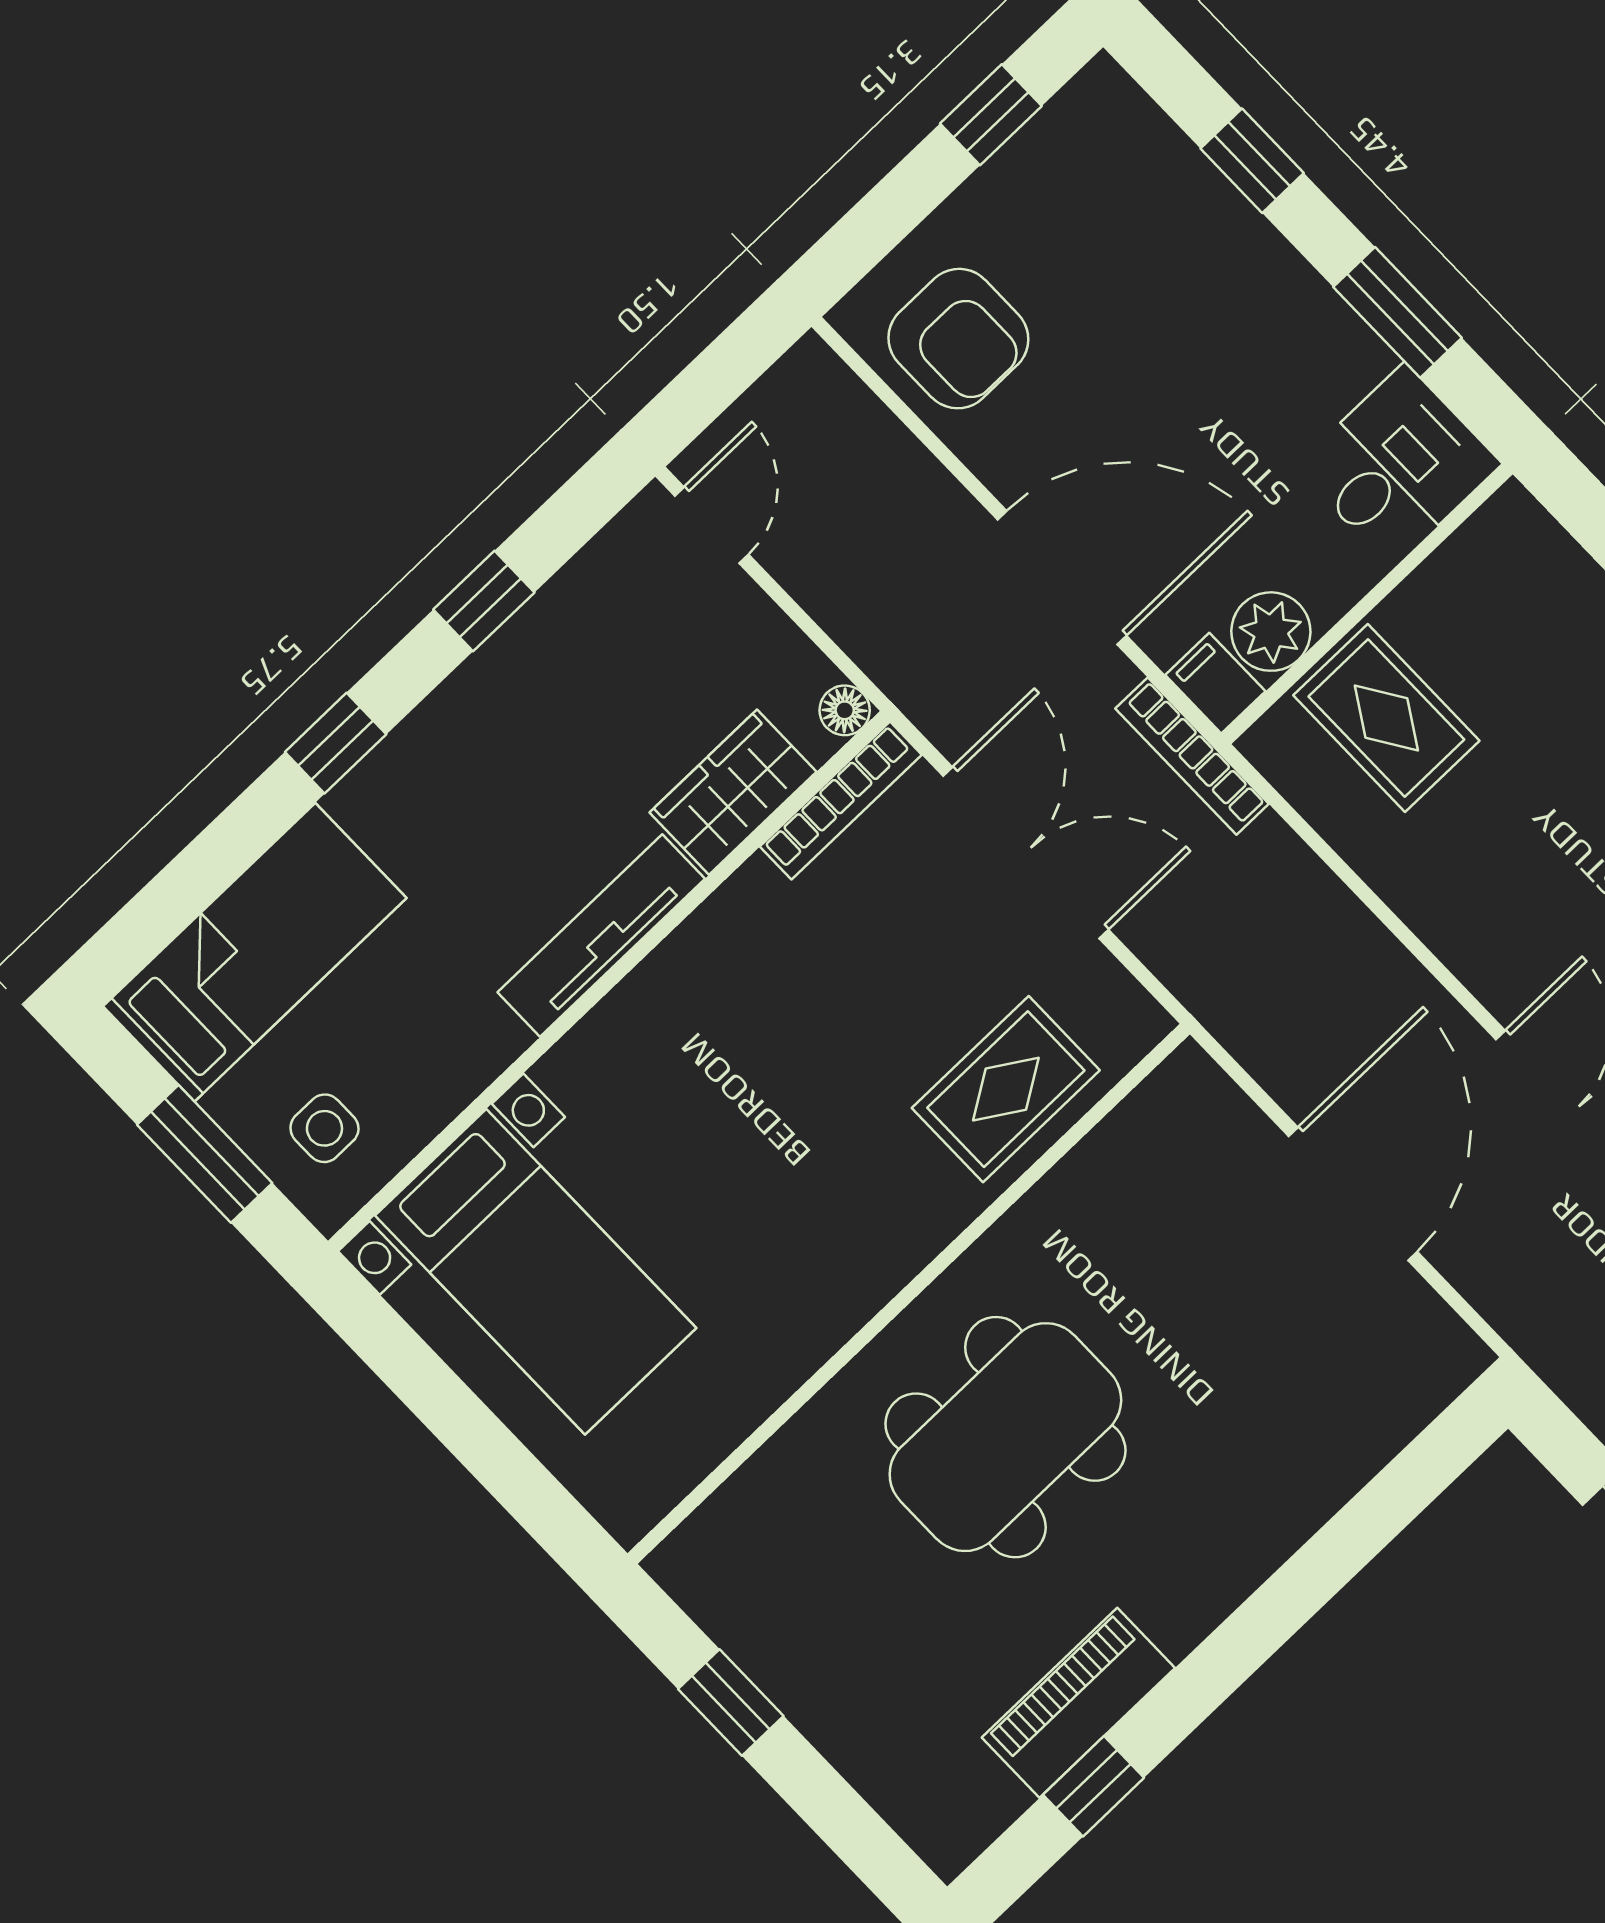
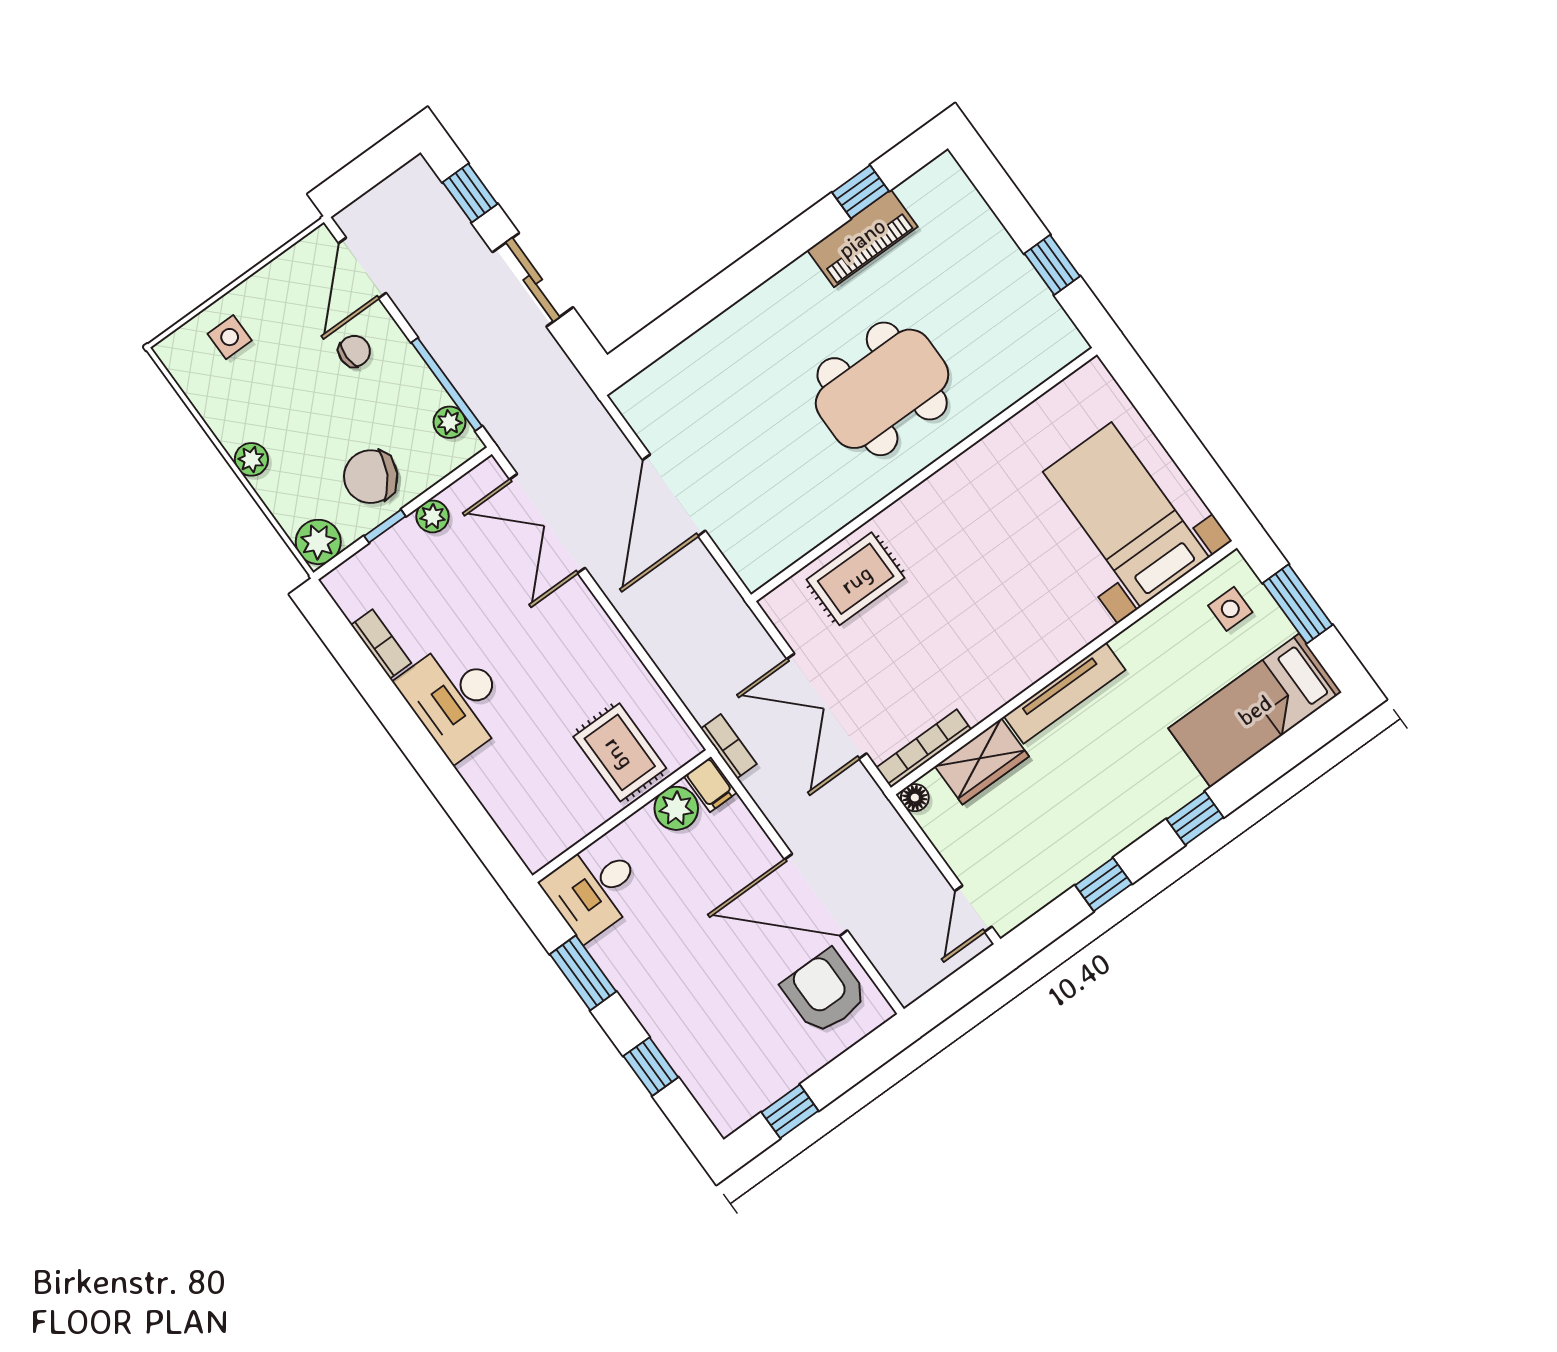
door: (1062, 578) -> (816, 895), moved
bookcase: (1192, 756) -> (729, 746), width x0.64

